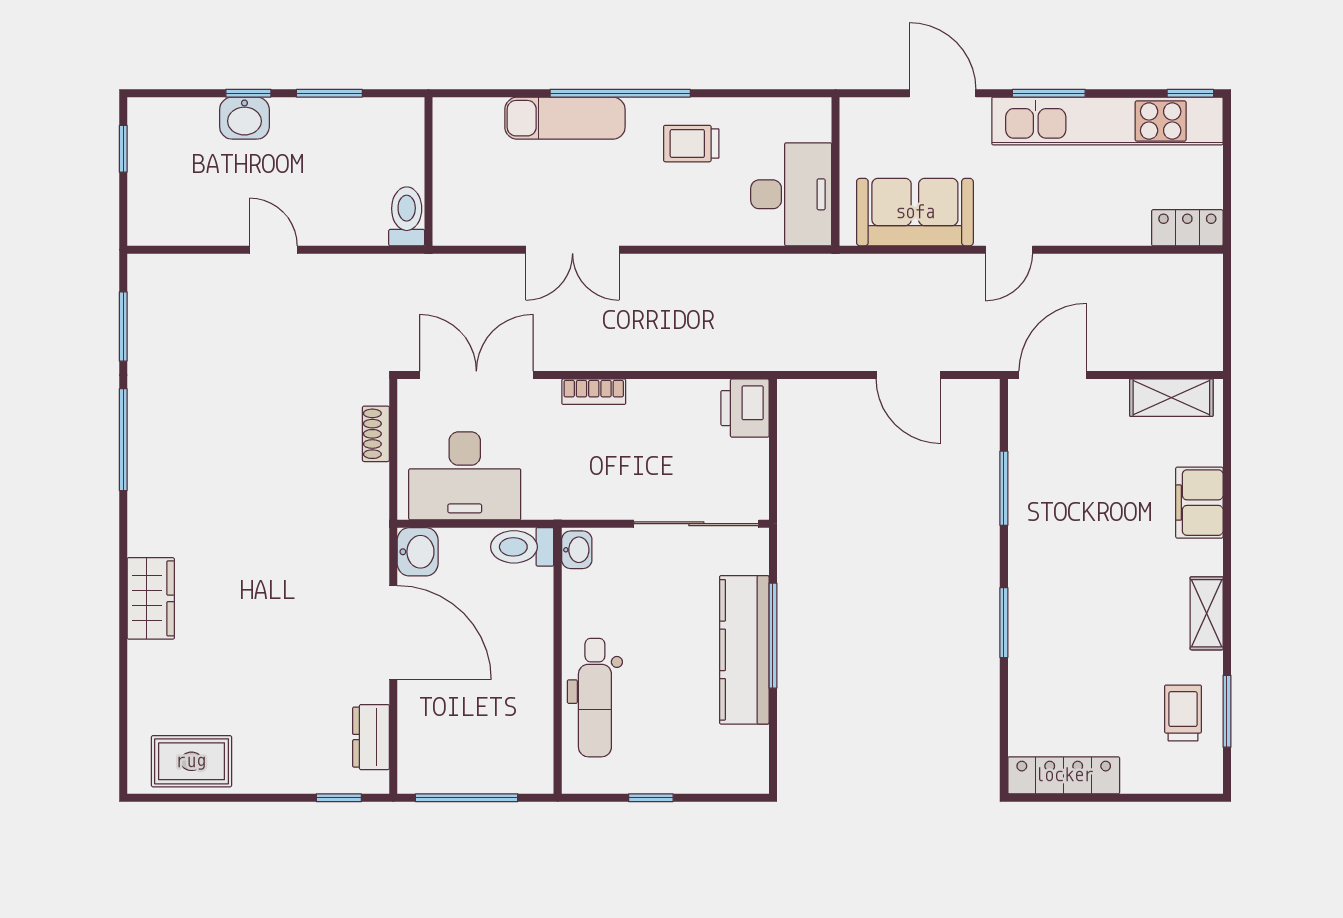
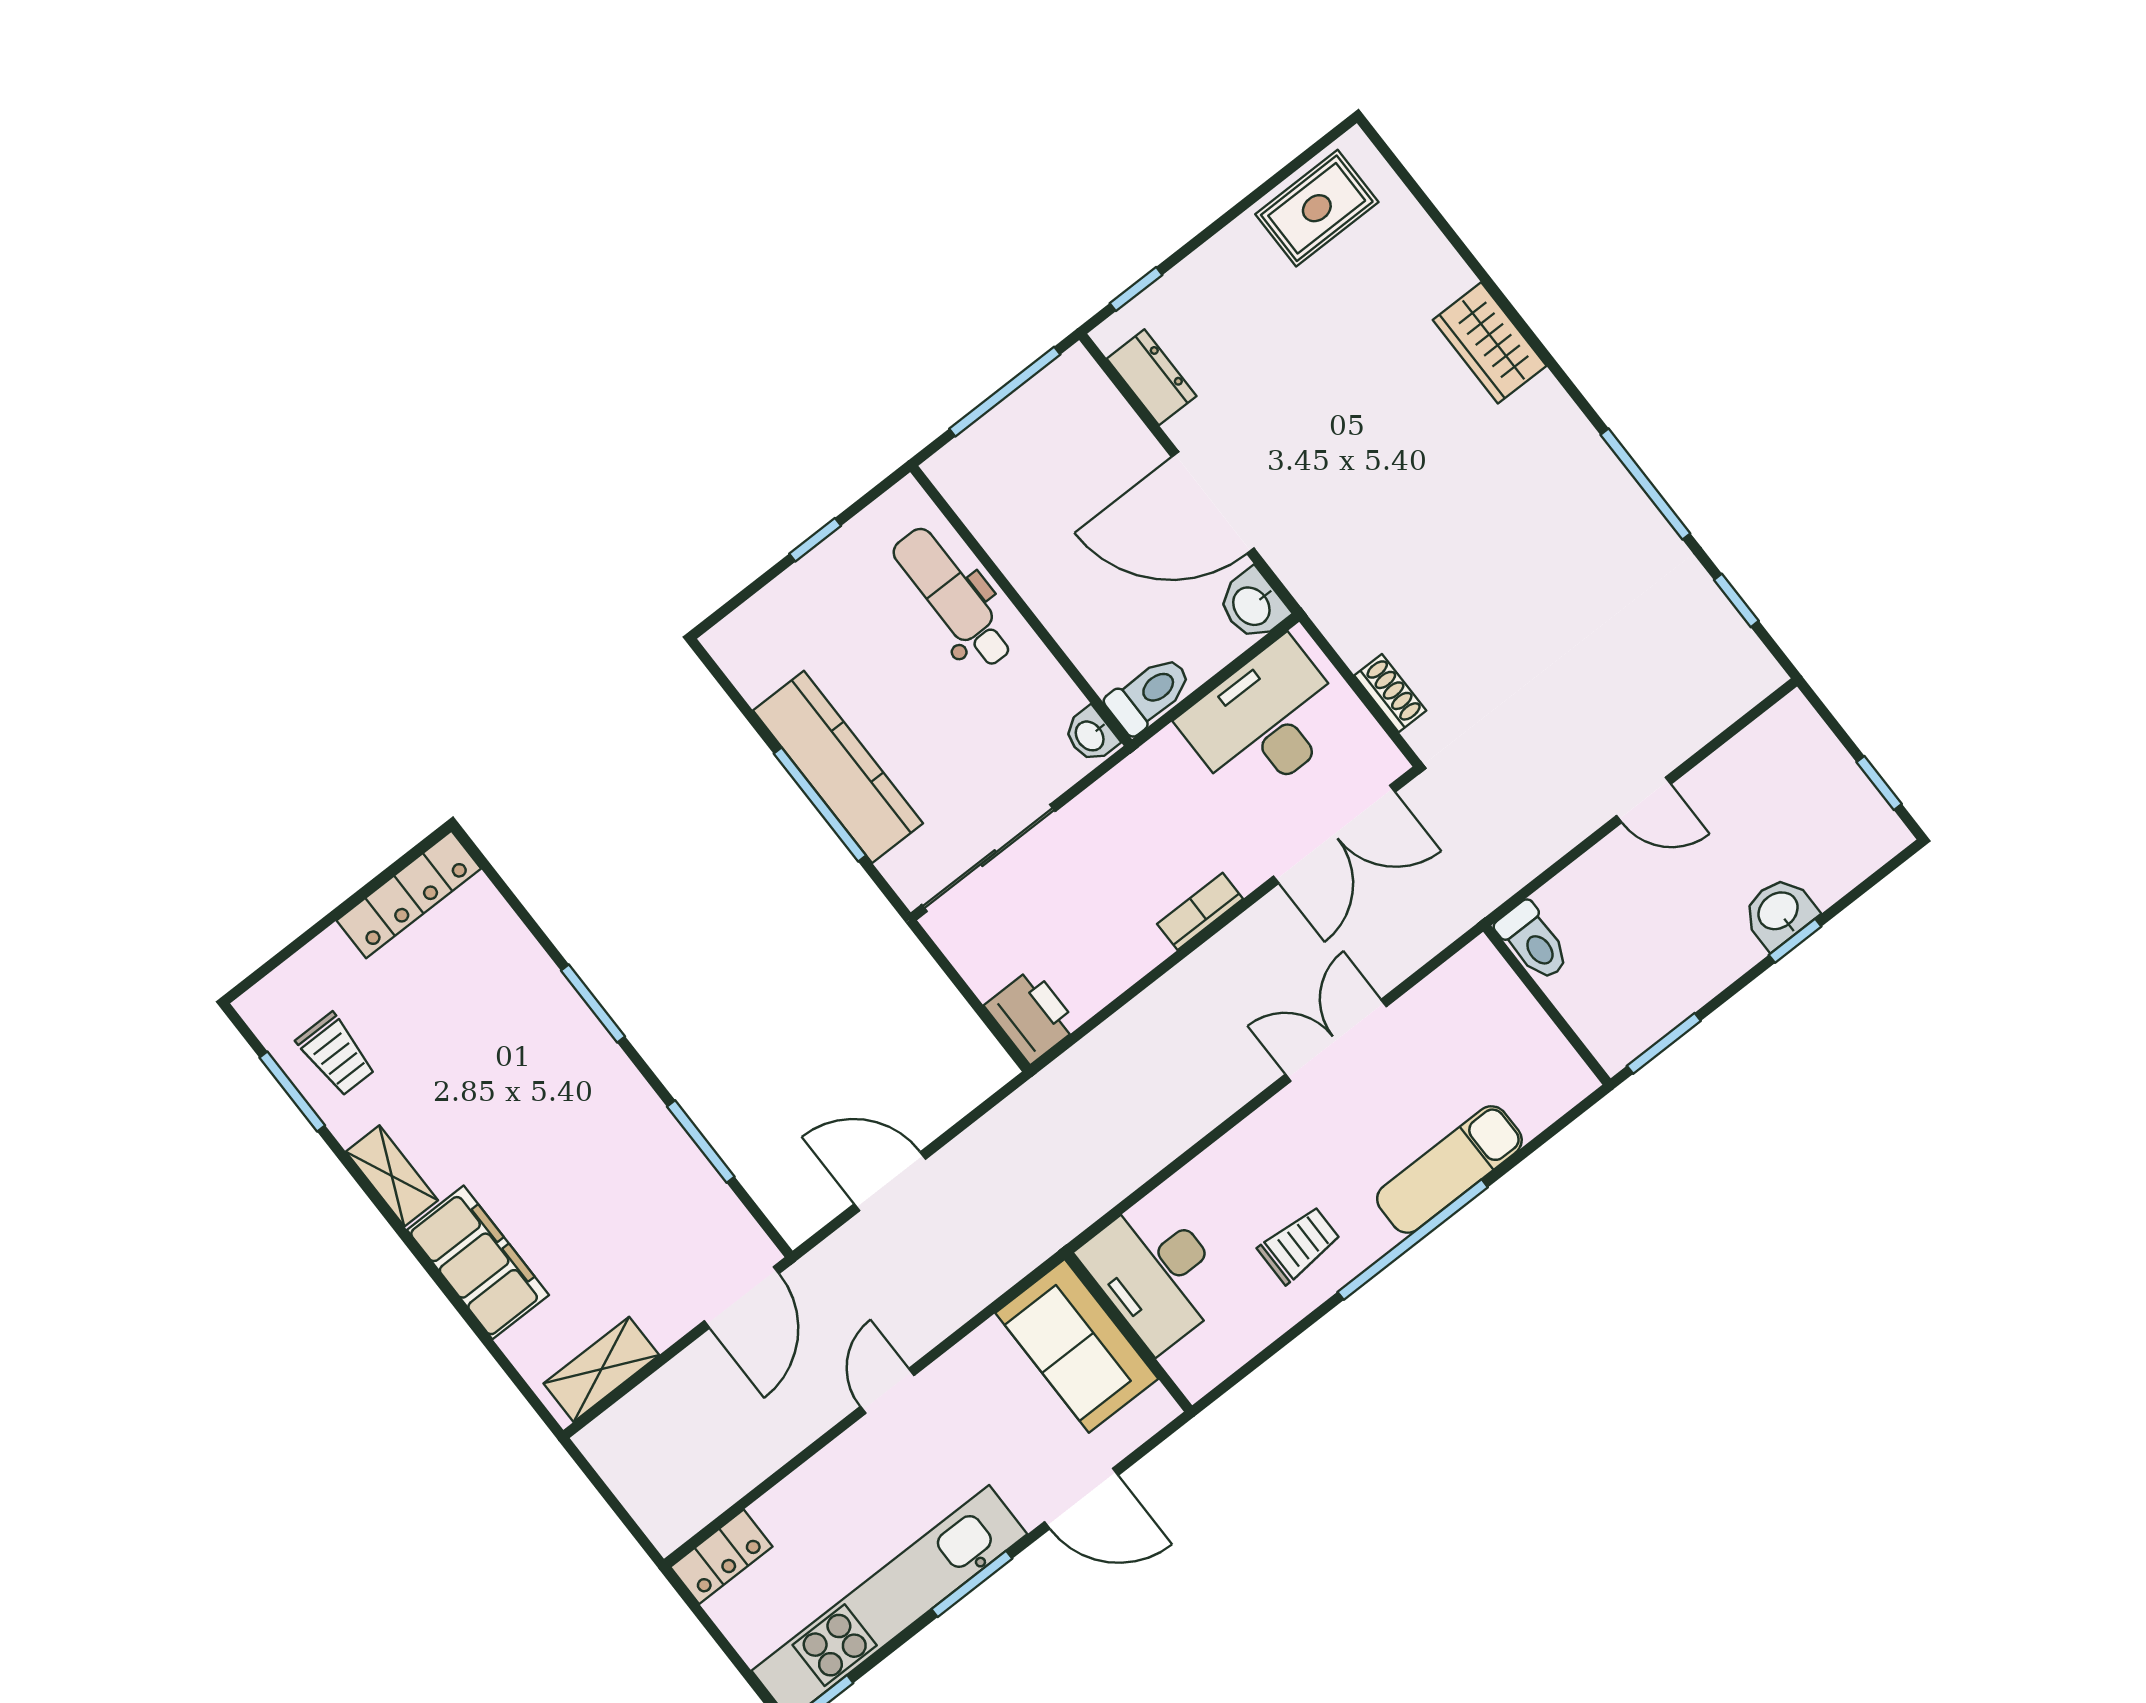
window: (329, 93) -> (1664, 1043), moved
sofa: (915, 212) -> (1077, 1346), moved, turned 90
window: (123, 326) -> (1736, 600), width x0.67
filing cabinet: (1199, 503) -> (478, 1262), width x1.50, depth x1.17

